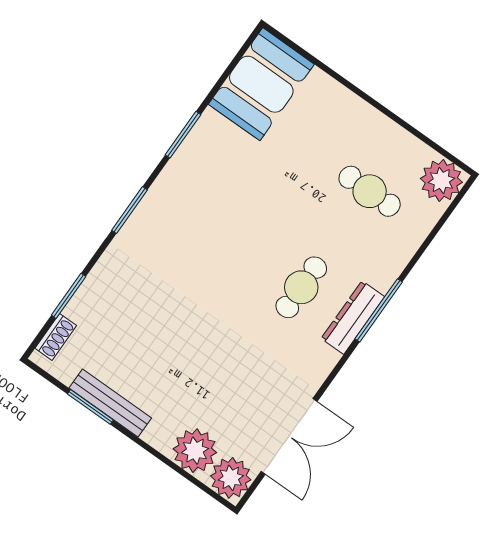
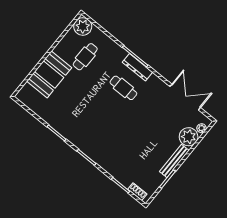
booth: (261, 84) -> (49, 74), moved, turned 90
bench: (110, 403) -> (174, 161), moved
plant: (231, 478) -> (201, 128), width x0.53, depth x0.53

